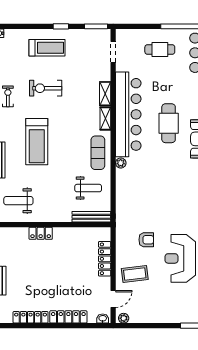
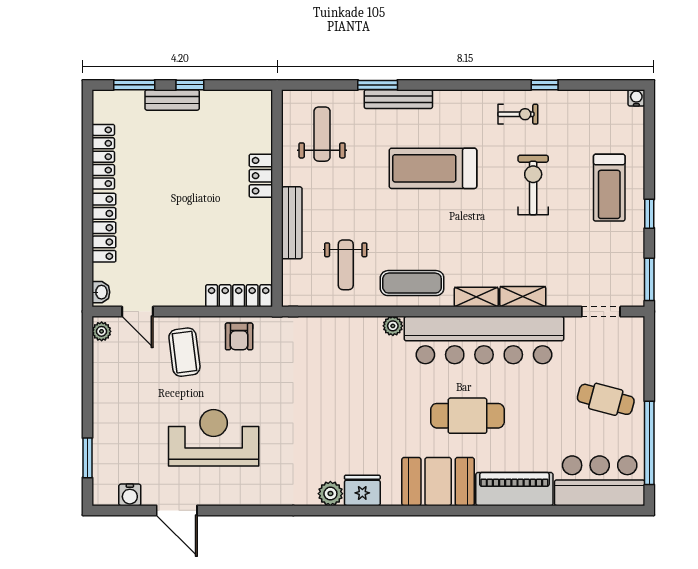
cafe table: (160, 50) -> (606, 399), turned -75
bench: (91, 217) -> (292, 223), moved
armchair: (146, 240) -> (239, 336), moved
locker: (105, 259) -> (239, 296), moved

